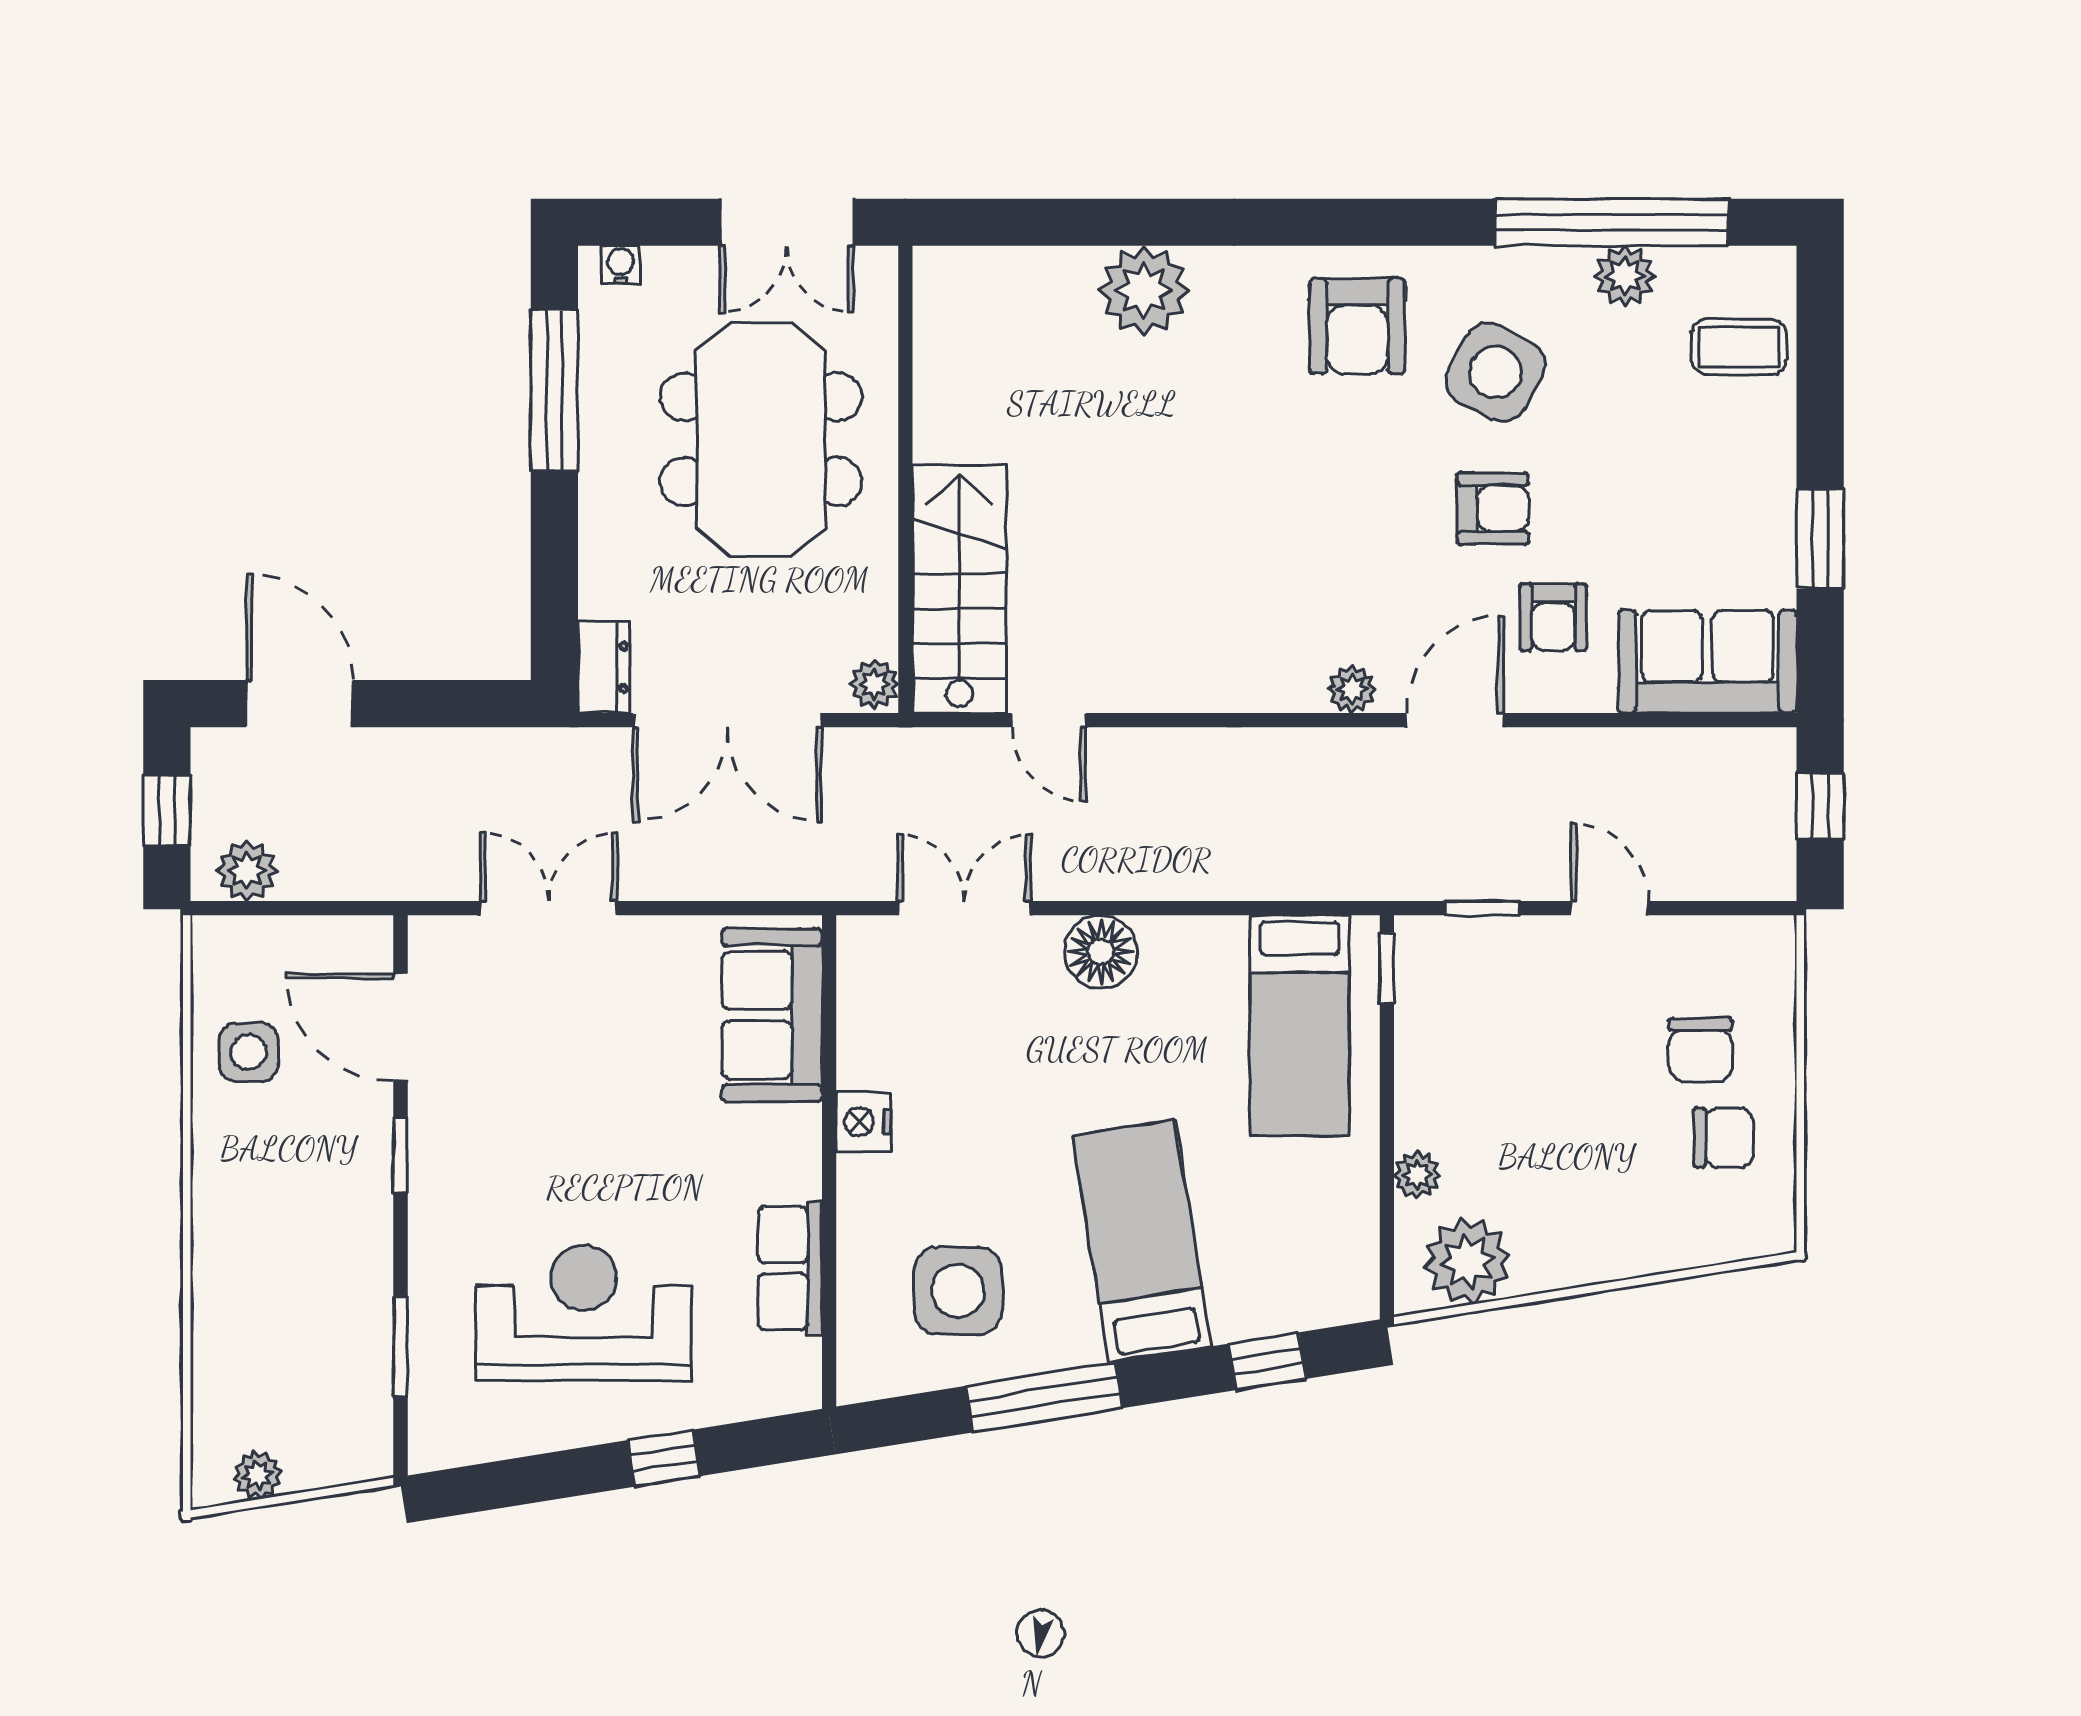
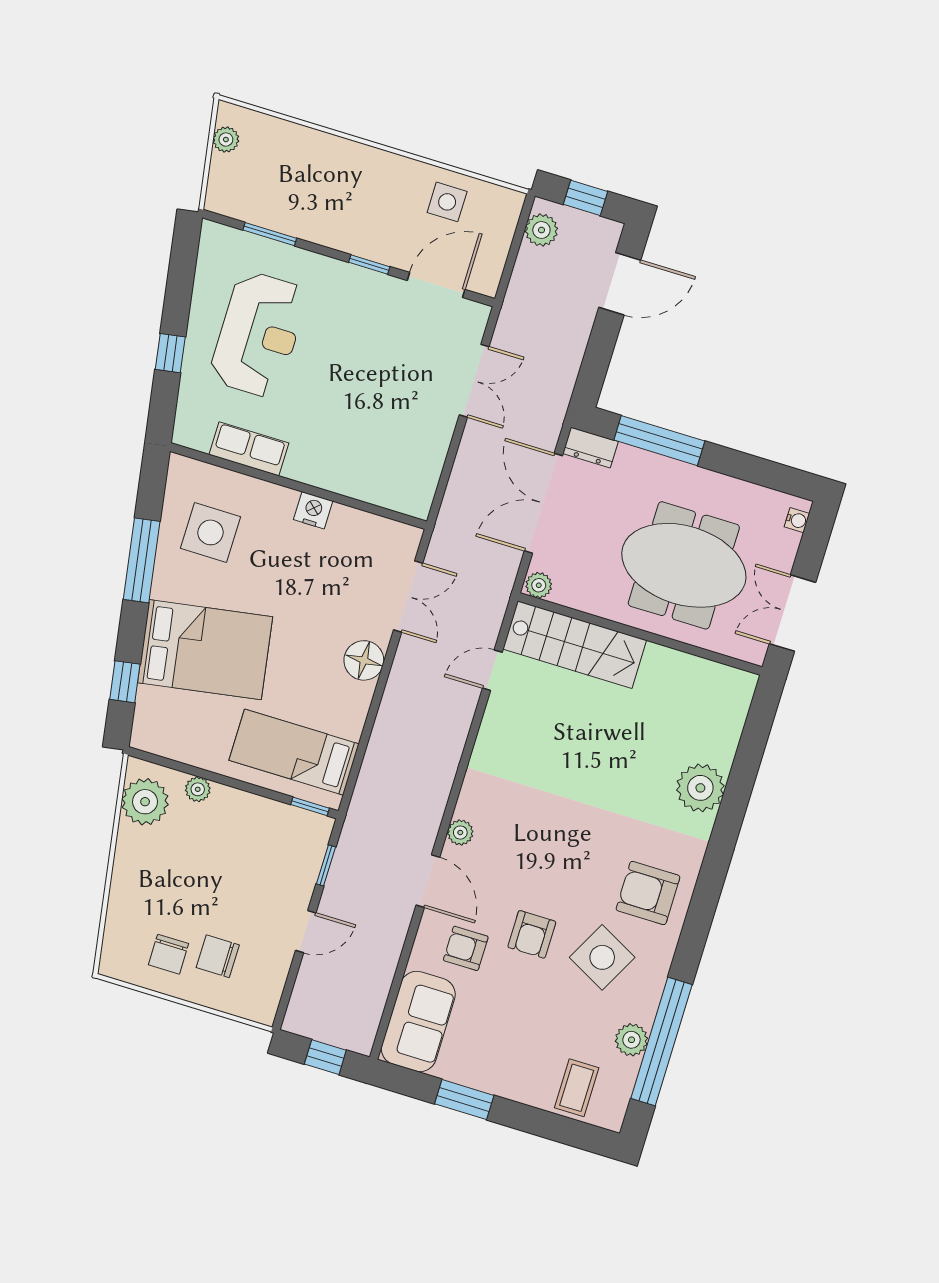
window: (554, 390) -> (659, 441), moved
sofa: (772, 1015) -> (383, 480), removed
bed: (1142, 1241) -> (205, 650), width x1.50

